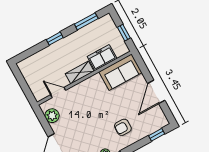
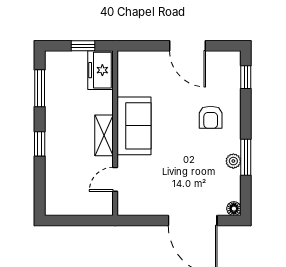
freezer: (102, 58) -> (101, 70), moved
sofa: (120, 72) -> (134, 126), moved
plant: (52, 116) -> (142, 205), removed

